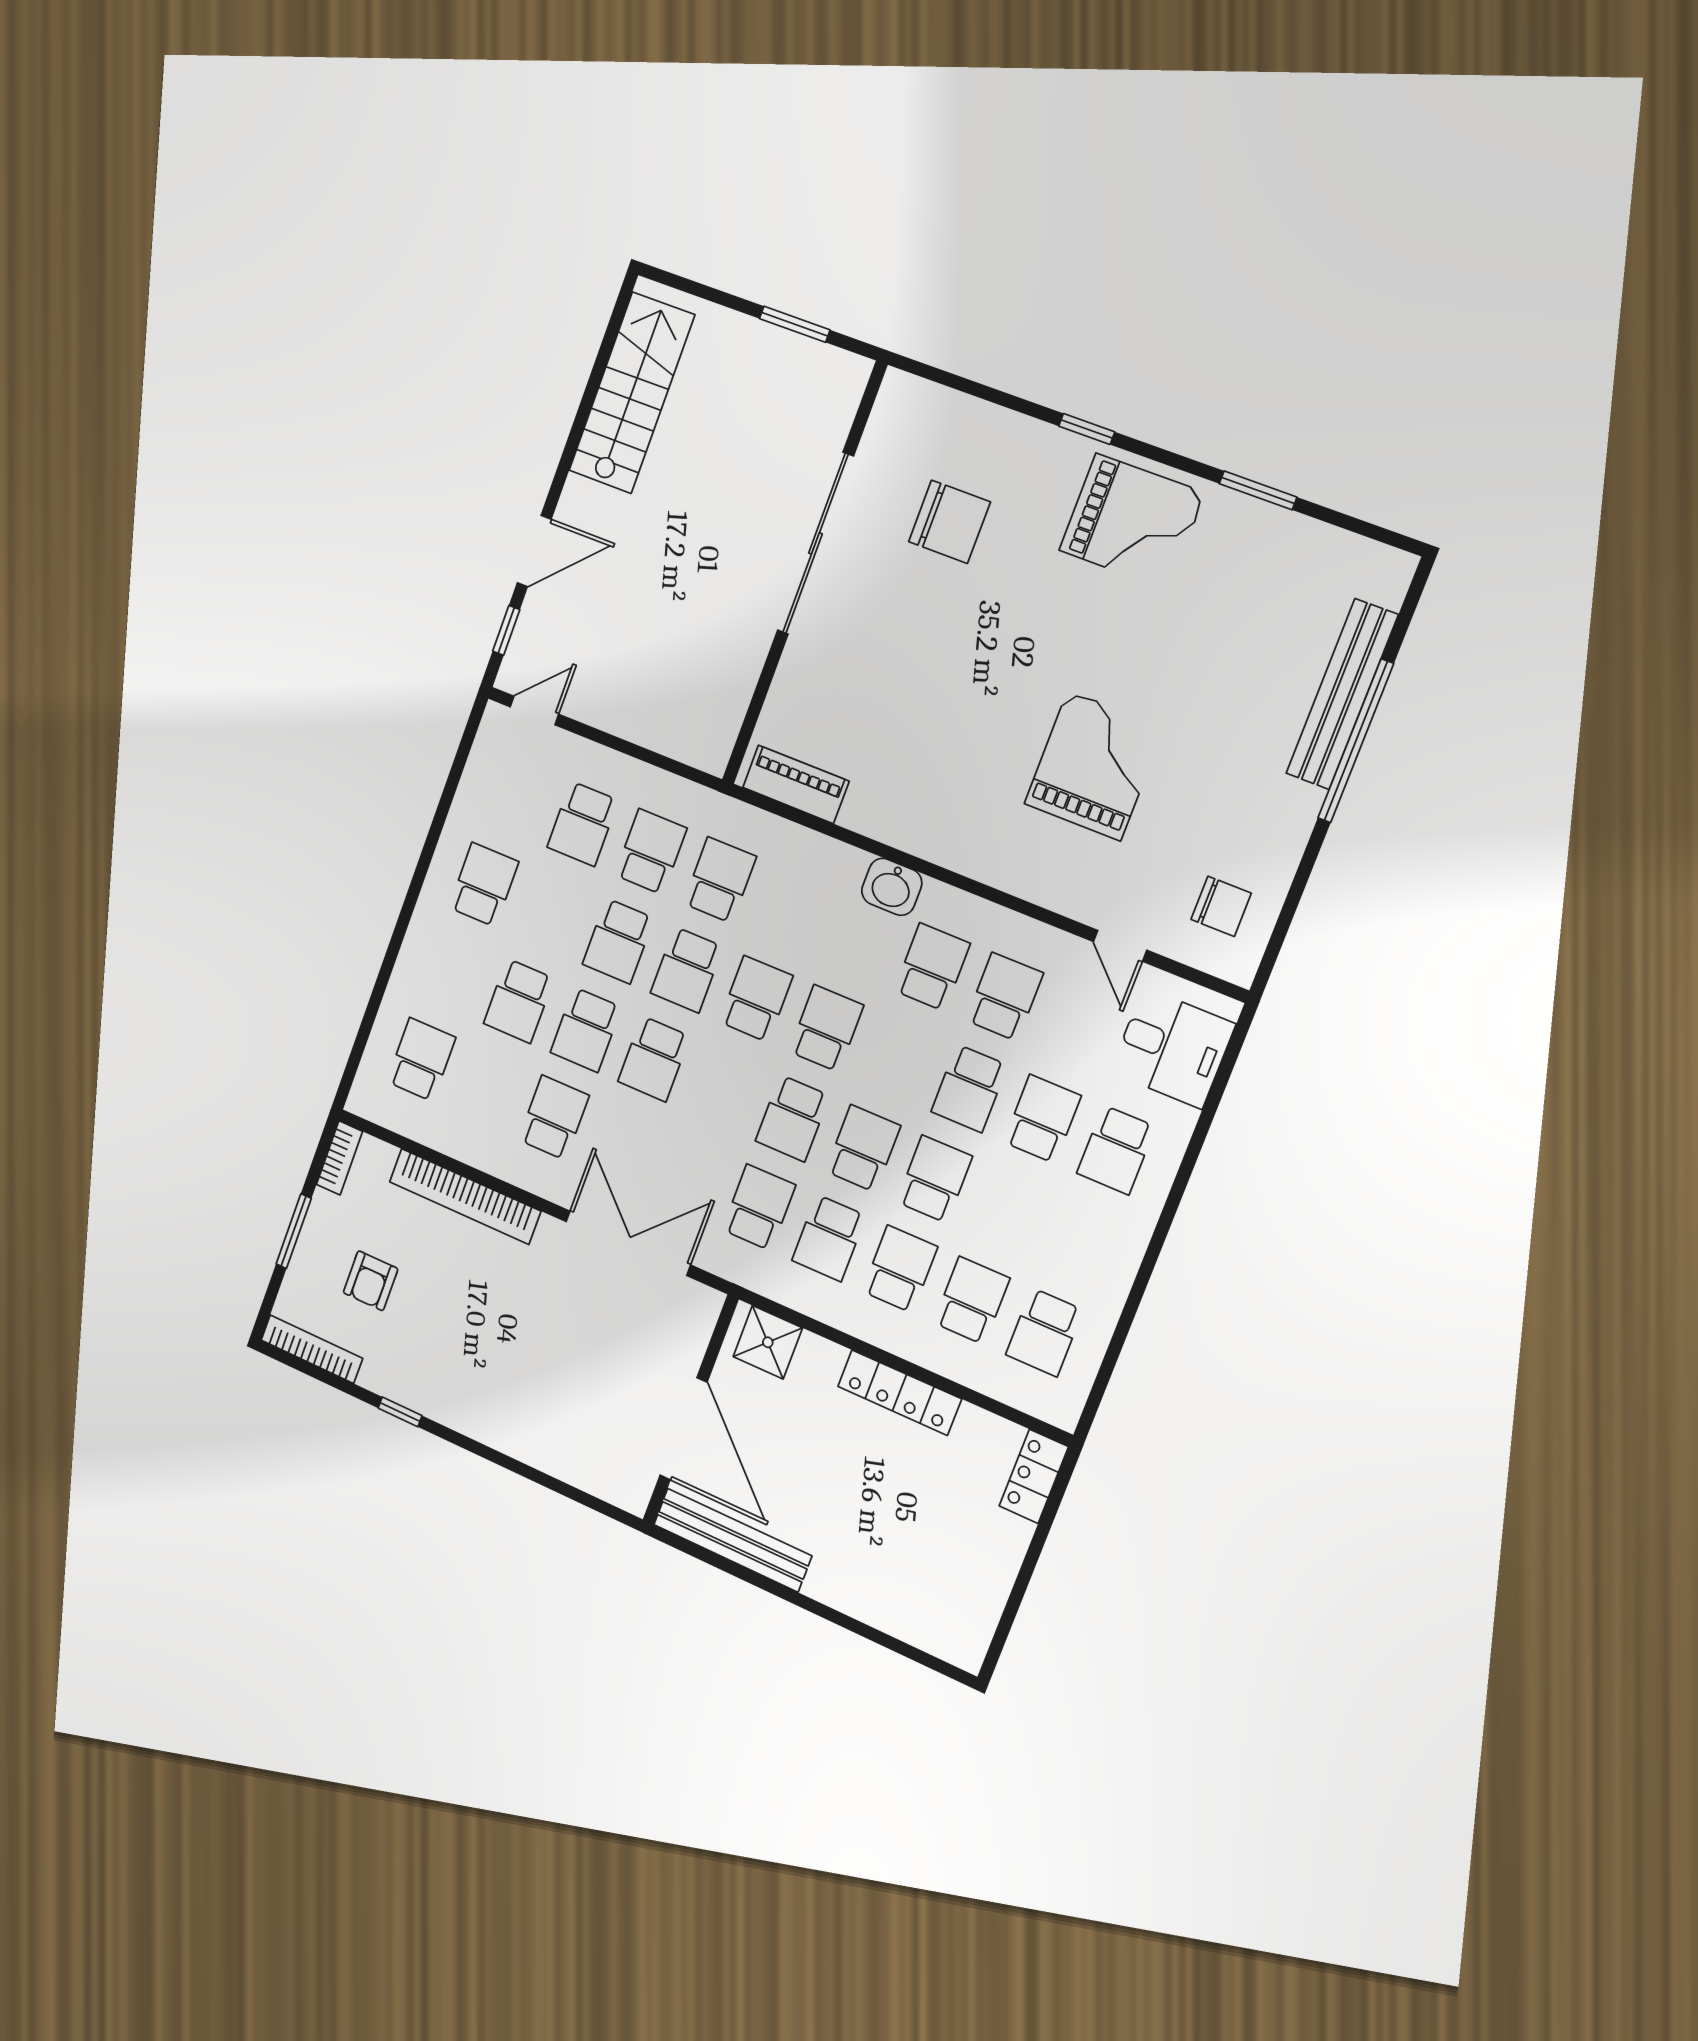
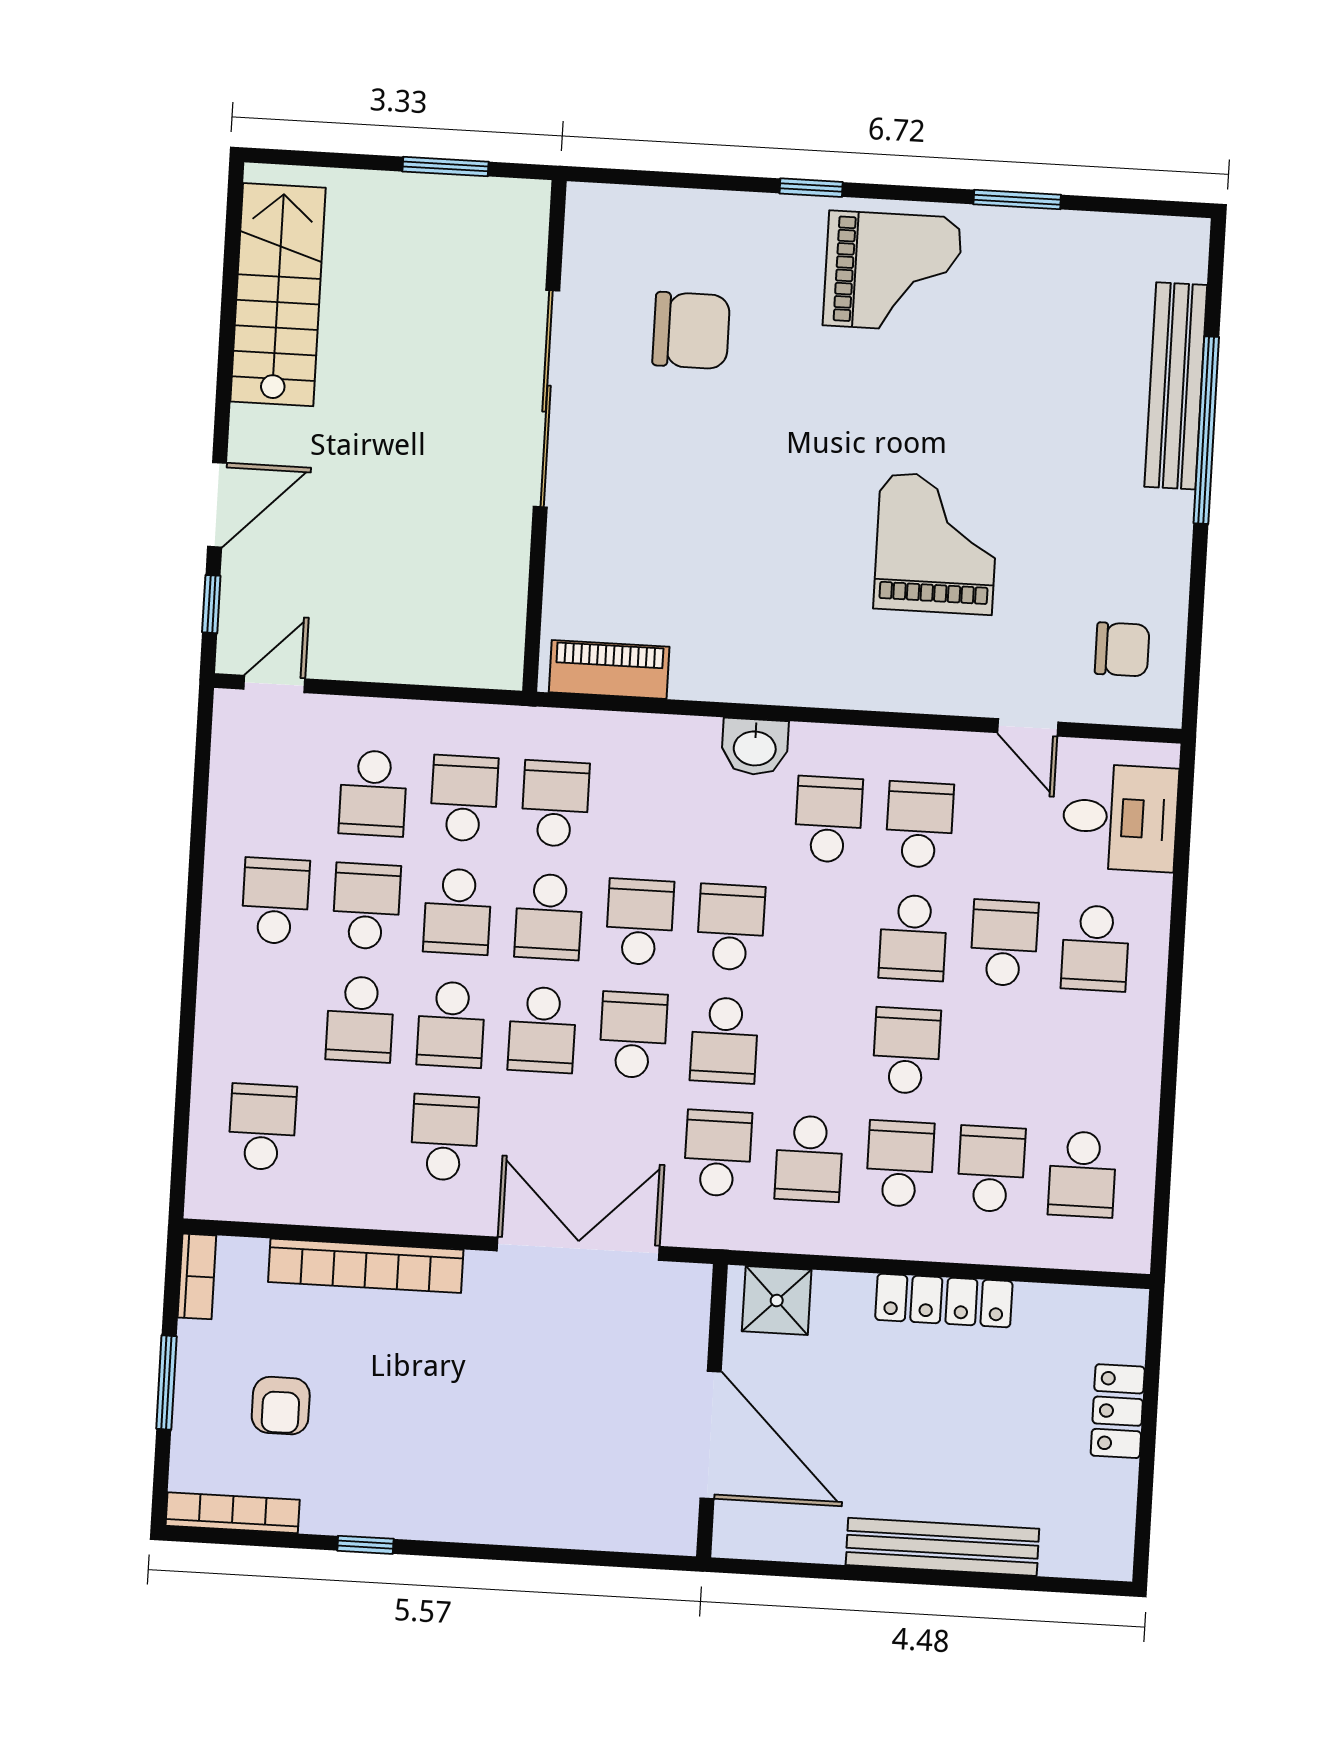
school desk: (551, 913) -> (366, 906), added
school desk: (863, 1149) -> (633, 1035), moved
locker: (1034, 1476) -> (1118, 1411), moved
bench: (732, 1540) -> (942, 1547), moved

